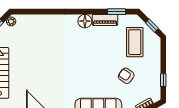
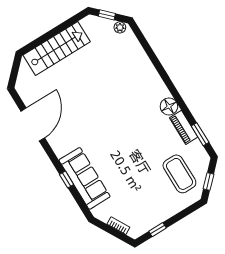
coffee table: (135, 42) -> (179, 174), turned 90
armchair: (126, 76) -> (138, 187), removed

